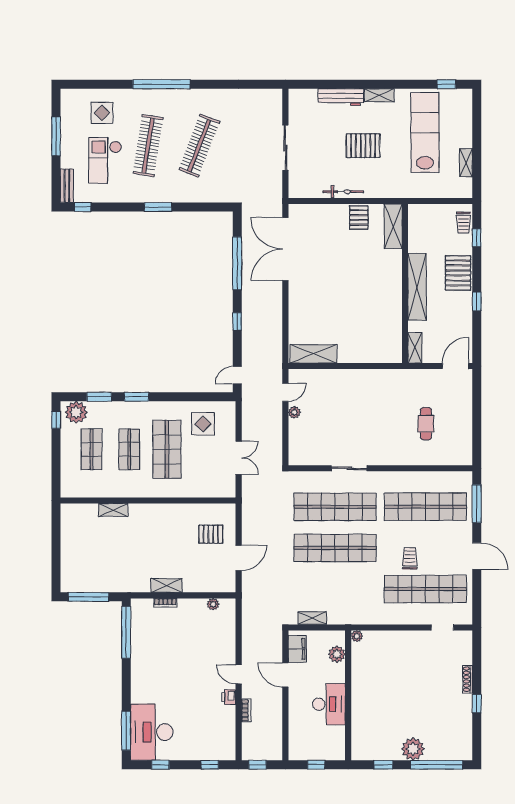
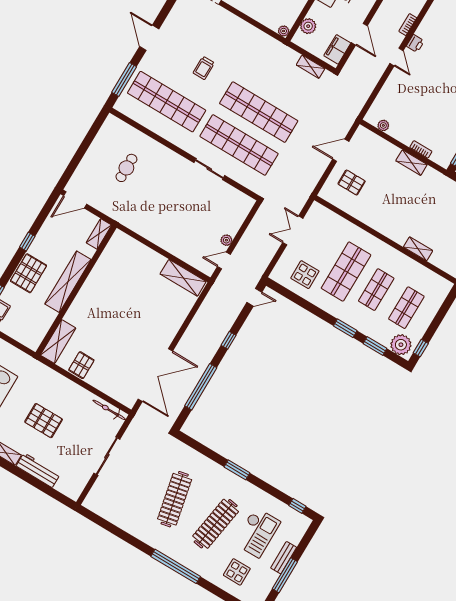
clothes rail: (199, 146) -> (175, 499), turned -33
bench: (67, 186) -> (284, 558), moved
bicycle: (343, 192) -> (109, 410), moved
shop shelf: (425, 589) -> (206, 36), removed

